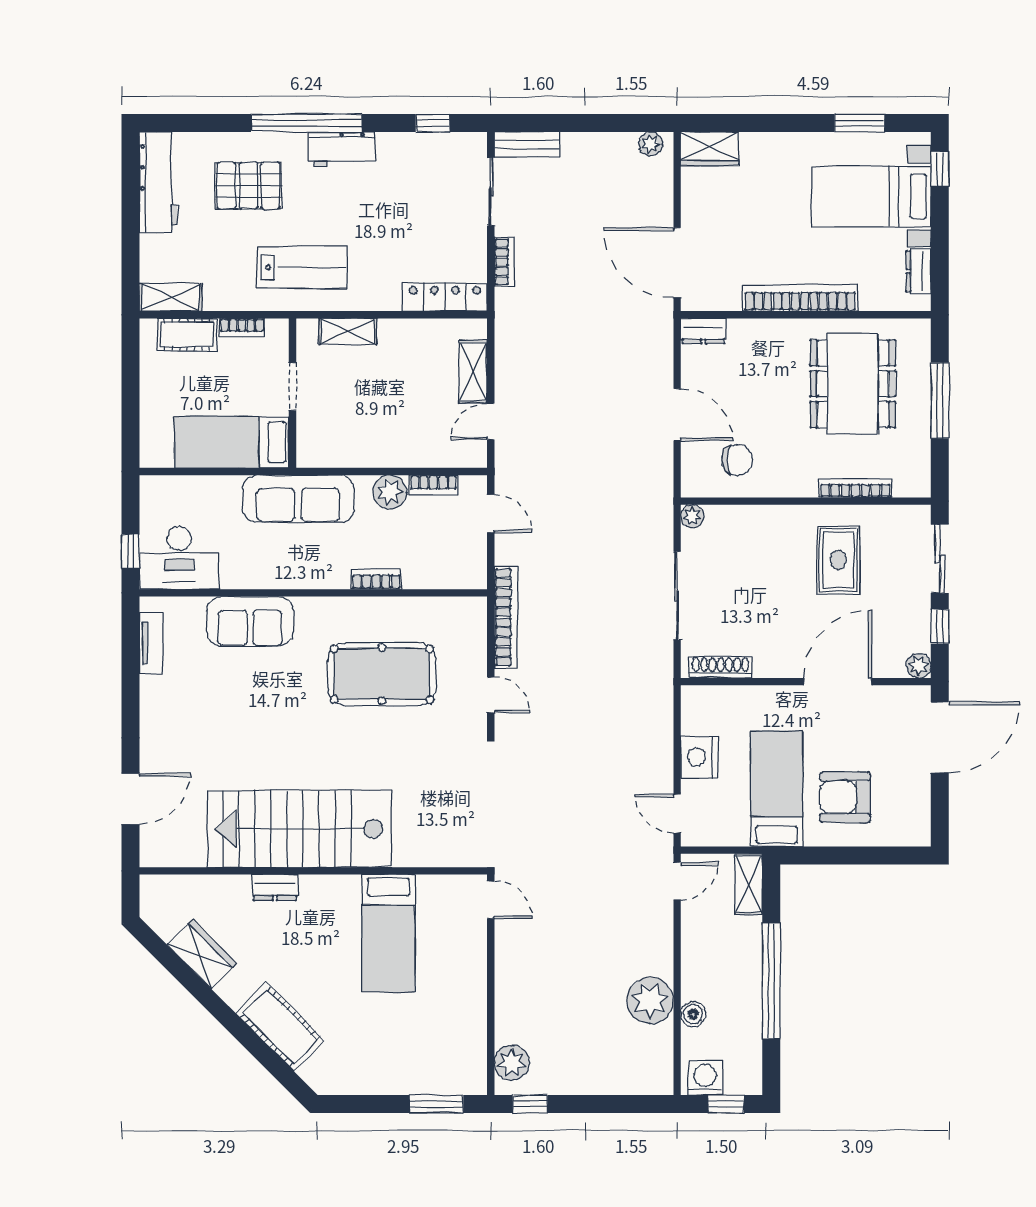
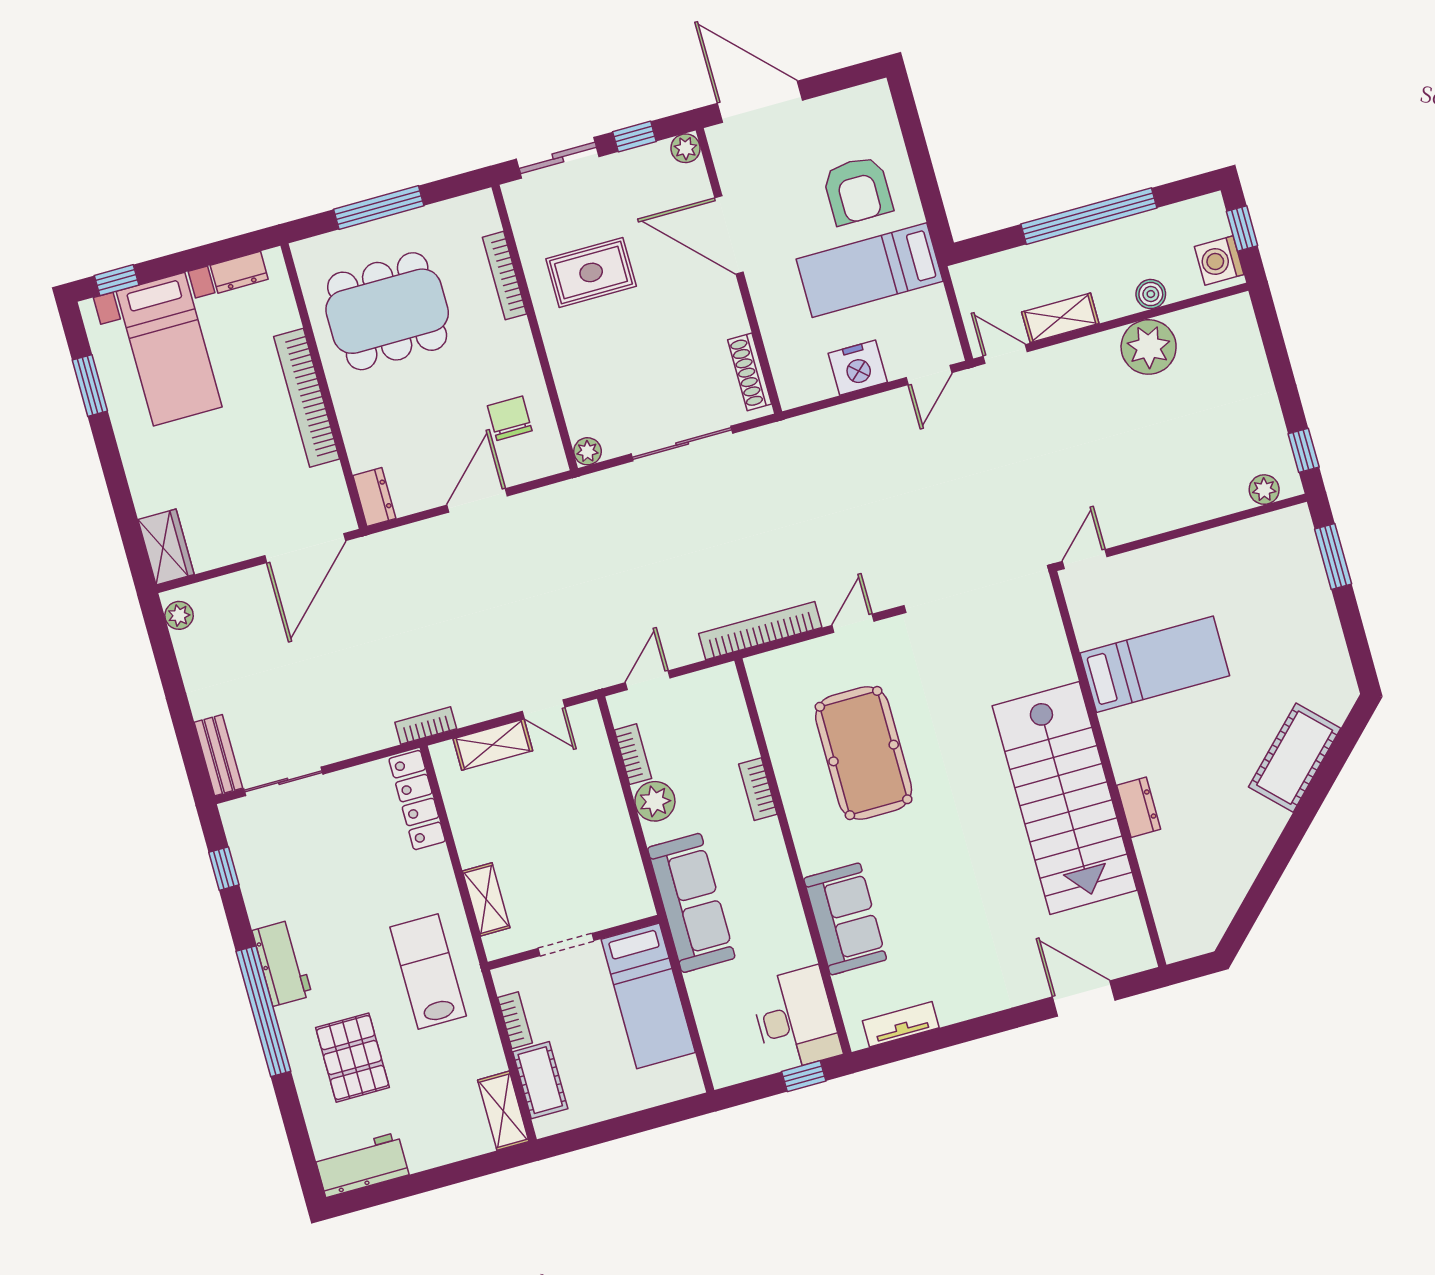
workbench: (158, 182) -> (362, 1165), width x0.73
bookcase: (504, 262) -> (426, 726), moved
shelving: (749, 884) -> (1060, 318), moved
wardrobe: (202, 954) -> (1237, 869), removed
plant: (512, 1063) -> (1264, 490), width x0.73, depth x0.73

